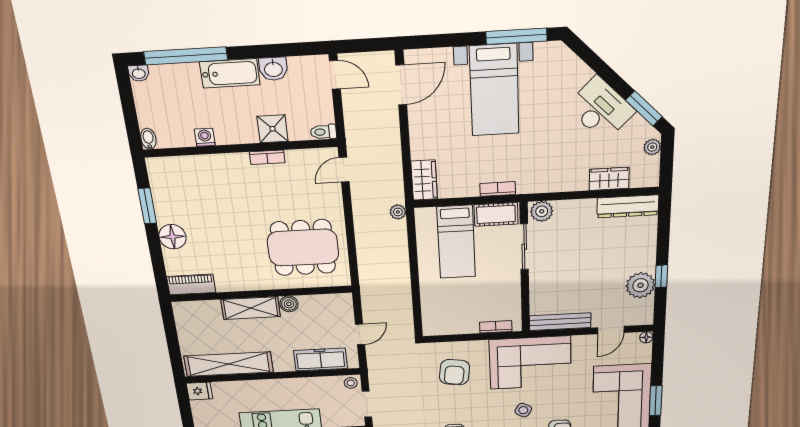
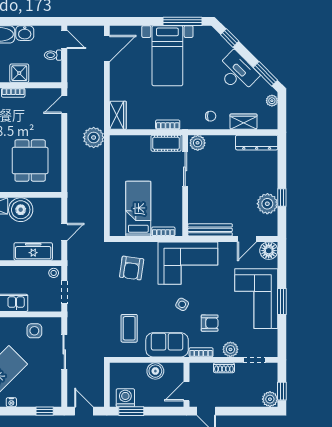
window: (590, 58) -> (230, 38), added
toilet: (323, 132) -> (53, 55), moved
chair: (561, 174) -> (211, 116), added
plant: (398, 212) -> (94, 137), width x1.88, depth x1.88
bed: (456, 242) -> (138, 209), moved, turned 180
dining table: (303, 248) -> (30, 161), width x0.73
boiler: (289, 304) -> (21, 210), width x1.86, depth x1.86
floor lamp: (646, 337) -> (269, 251), width x1.89, depth x1.89

